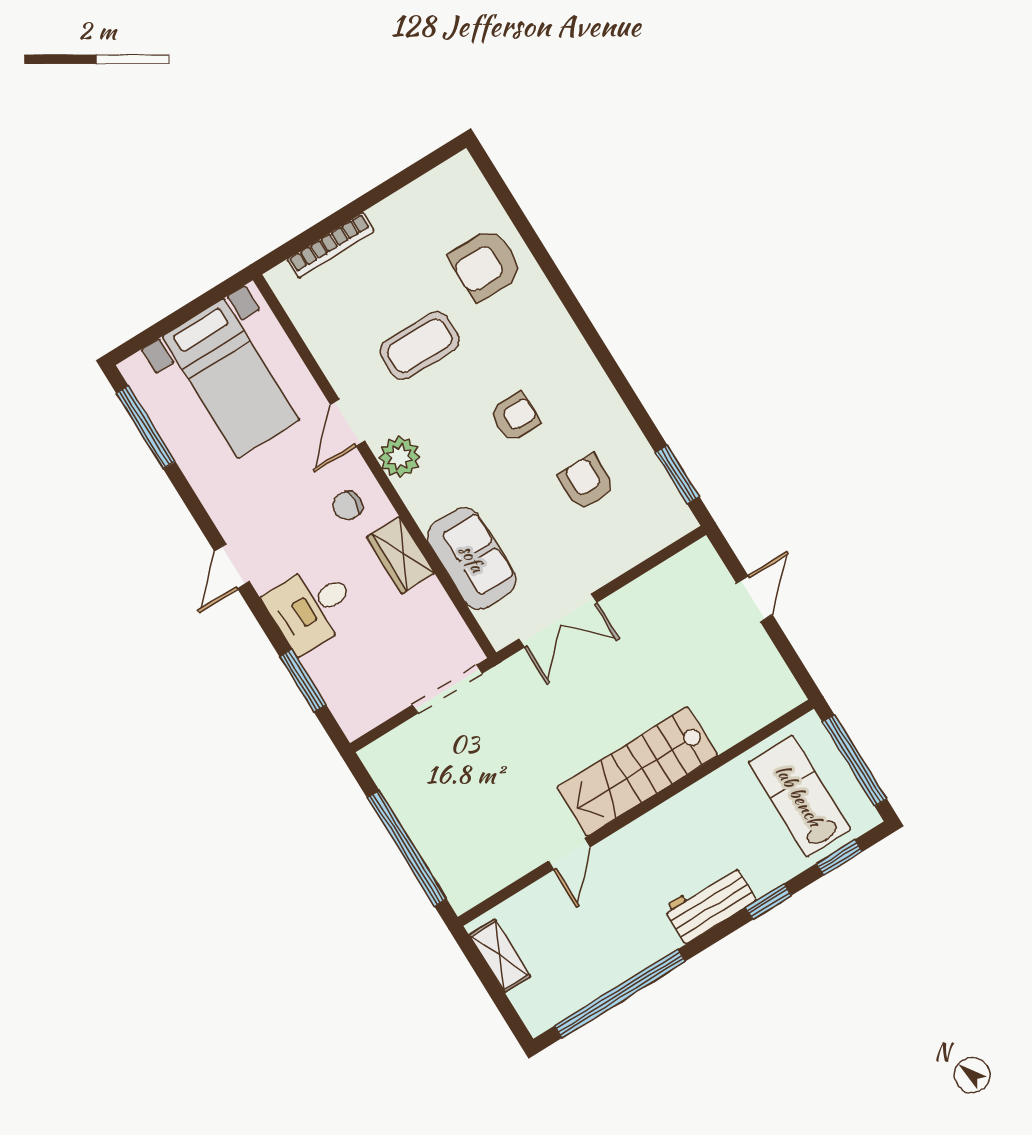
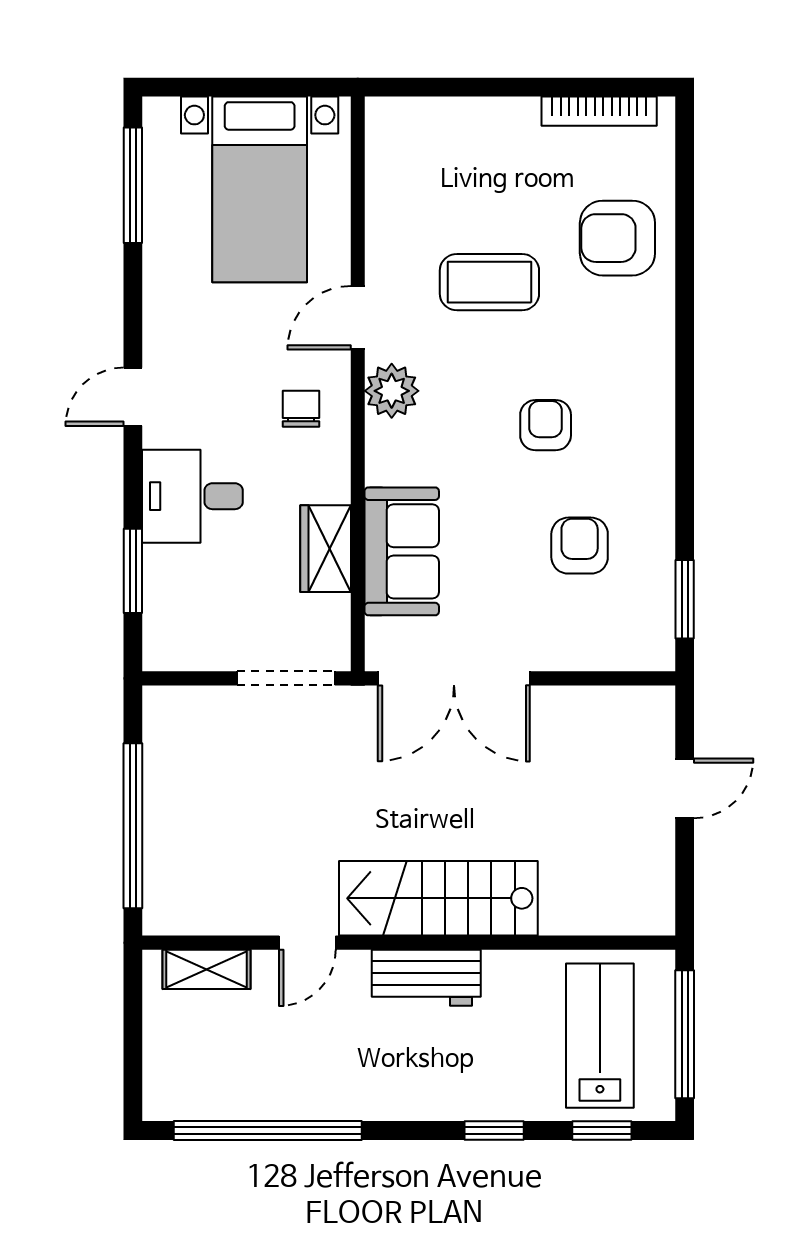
bookcase: (331, 245) -> (599, 111), moved
armchair: (515, 417) -> (546, 425), turned -90
chair: (347, 506) -> (301, 409), turned 90
wardrobe: (401, 555) -> (326, 549), moved
double door: (558, 621) -> (454, 678), width x1.37
workbench: (710, 904) -> (426, 978), moved, turned 180
shelving: (500, 956) -> (207, 969), moved, turned 90

